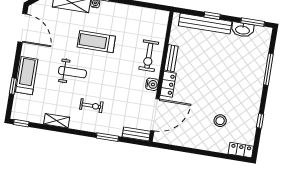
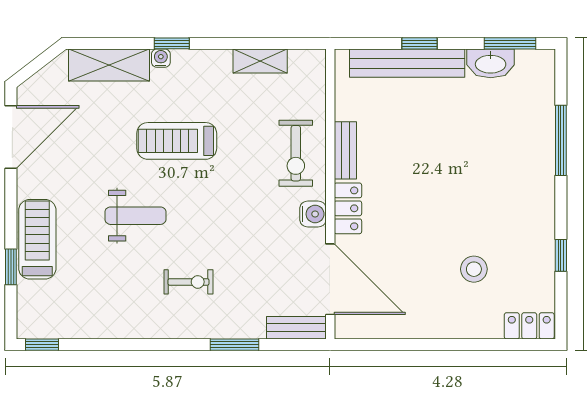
door: (22, 28) -> (11, 137), hinge flipped
door: (155, 115) -> (330, 279), hinge flipped
shelving: (57, 121) -> (260, 61), moved

